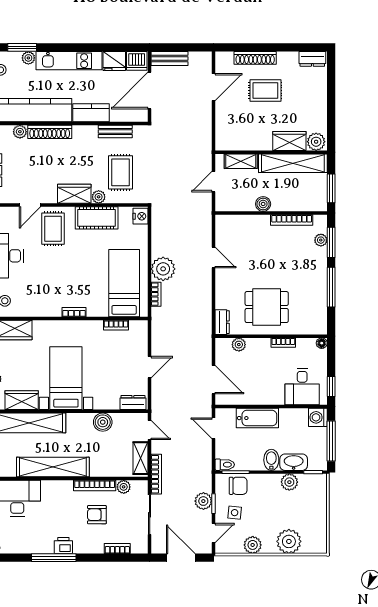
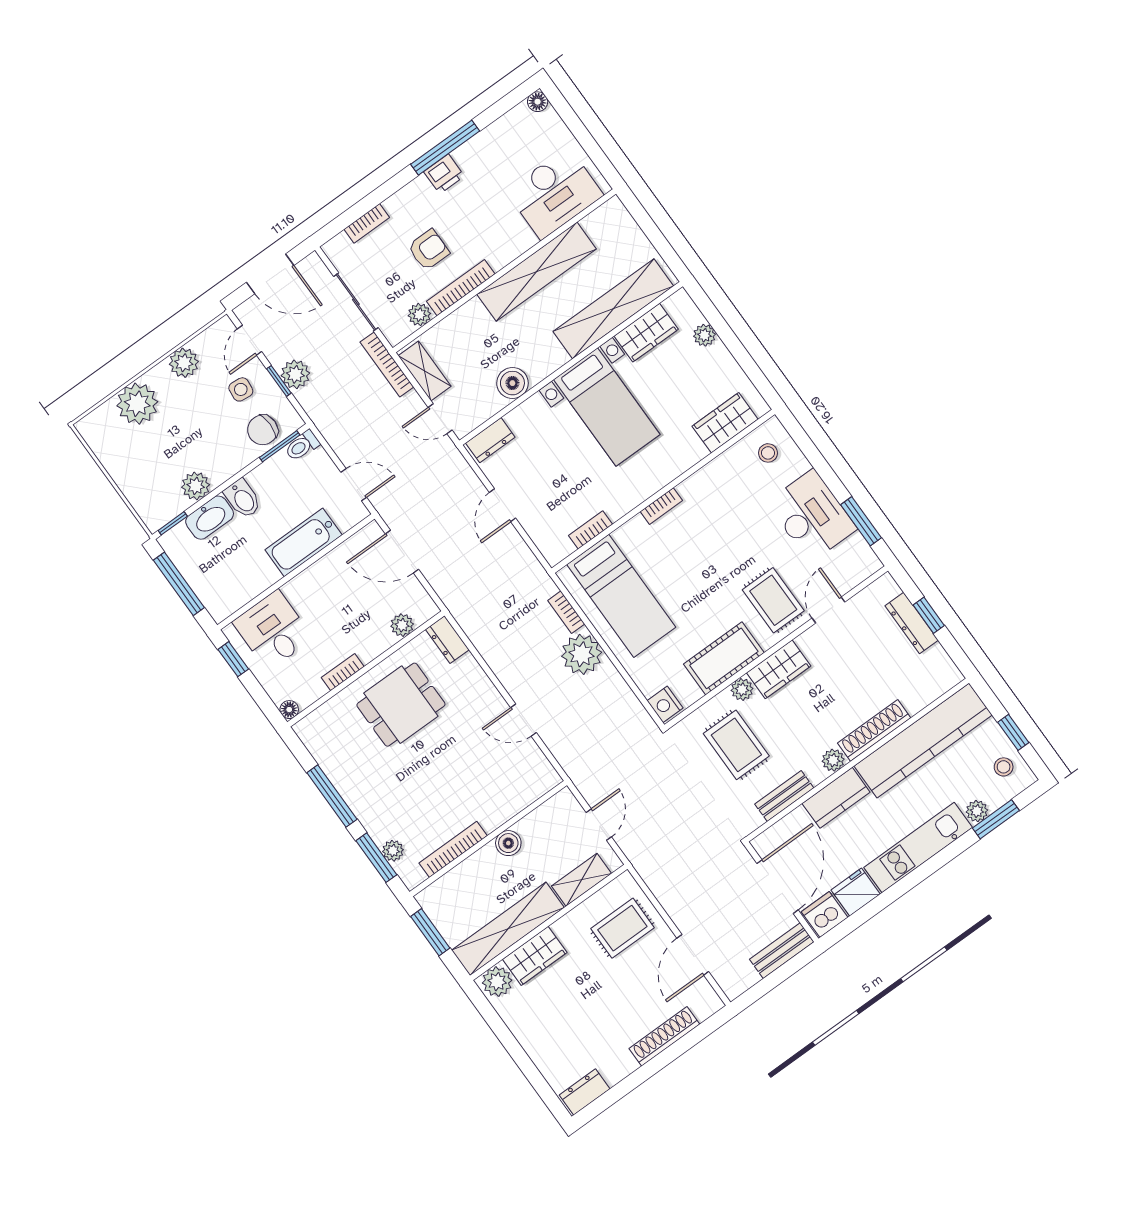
rug: (265, 91) -> (622, 928), moved
plant: (20, 132) -> (833, 760), moved
washing machine: (318, 417) -> (221, 603), removed

